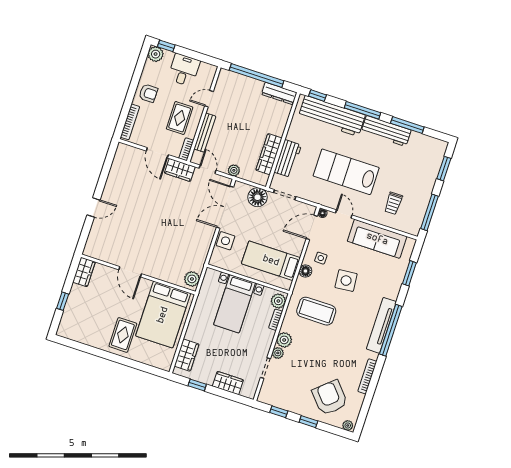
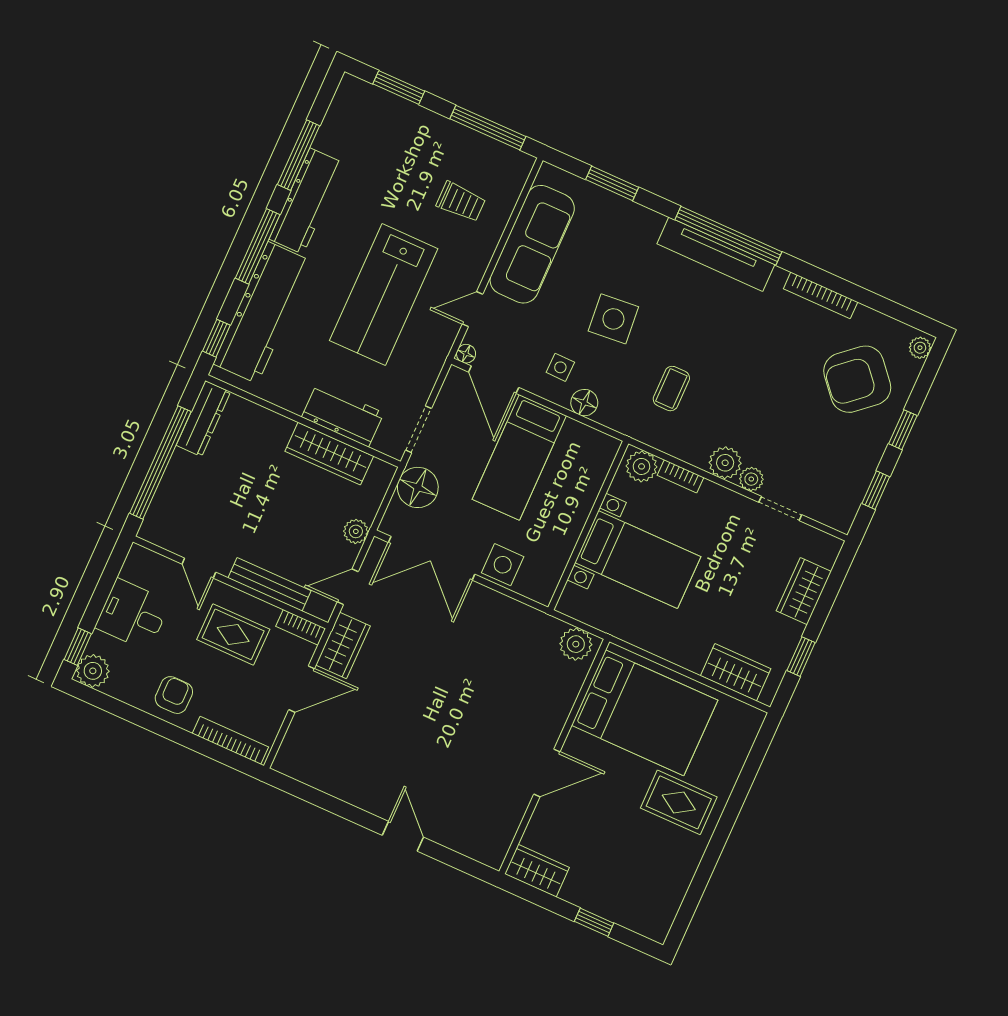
bed: (271, 261) -> (519, 457), moved
coffee table: (316, 311) -> (671, 389), width x0.54, depth x0.58

